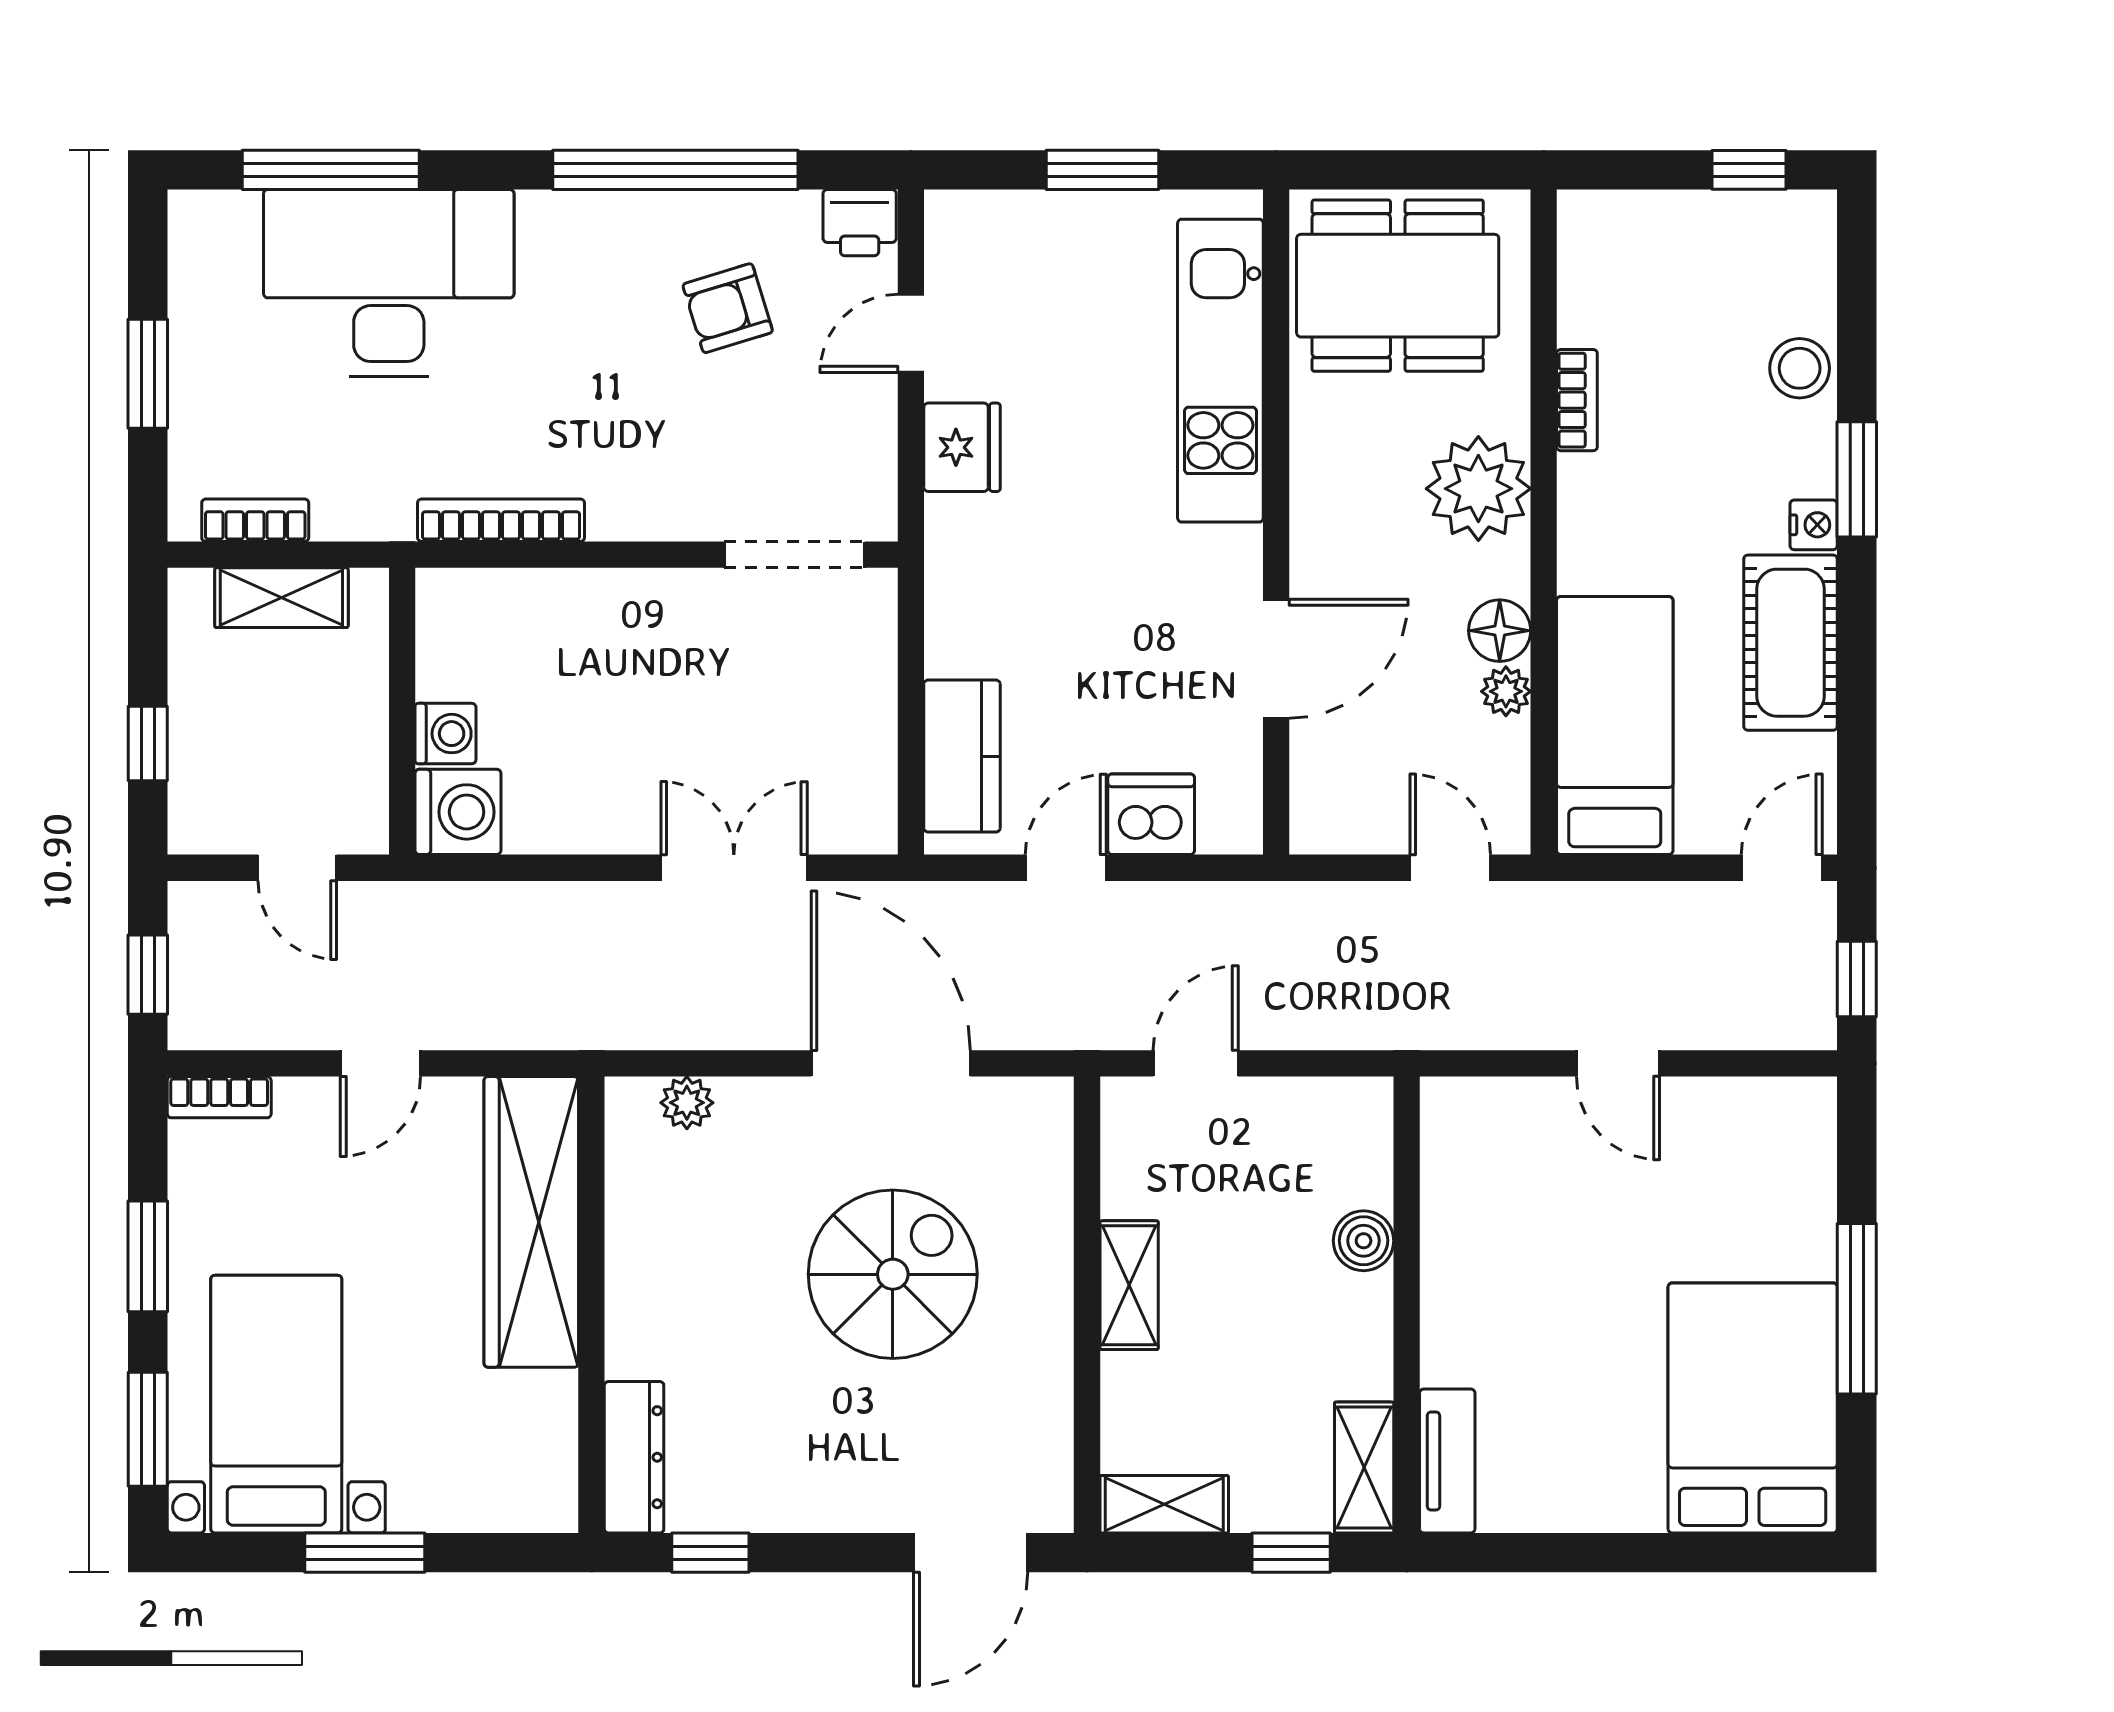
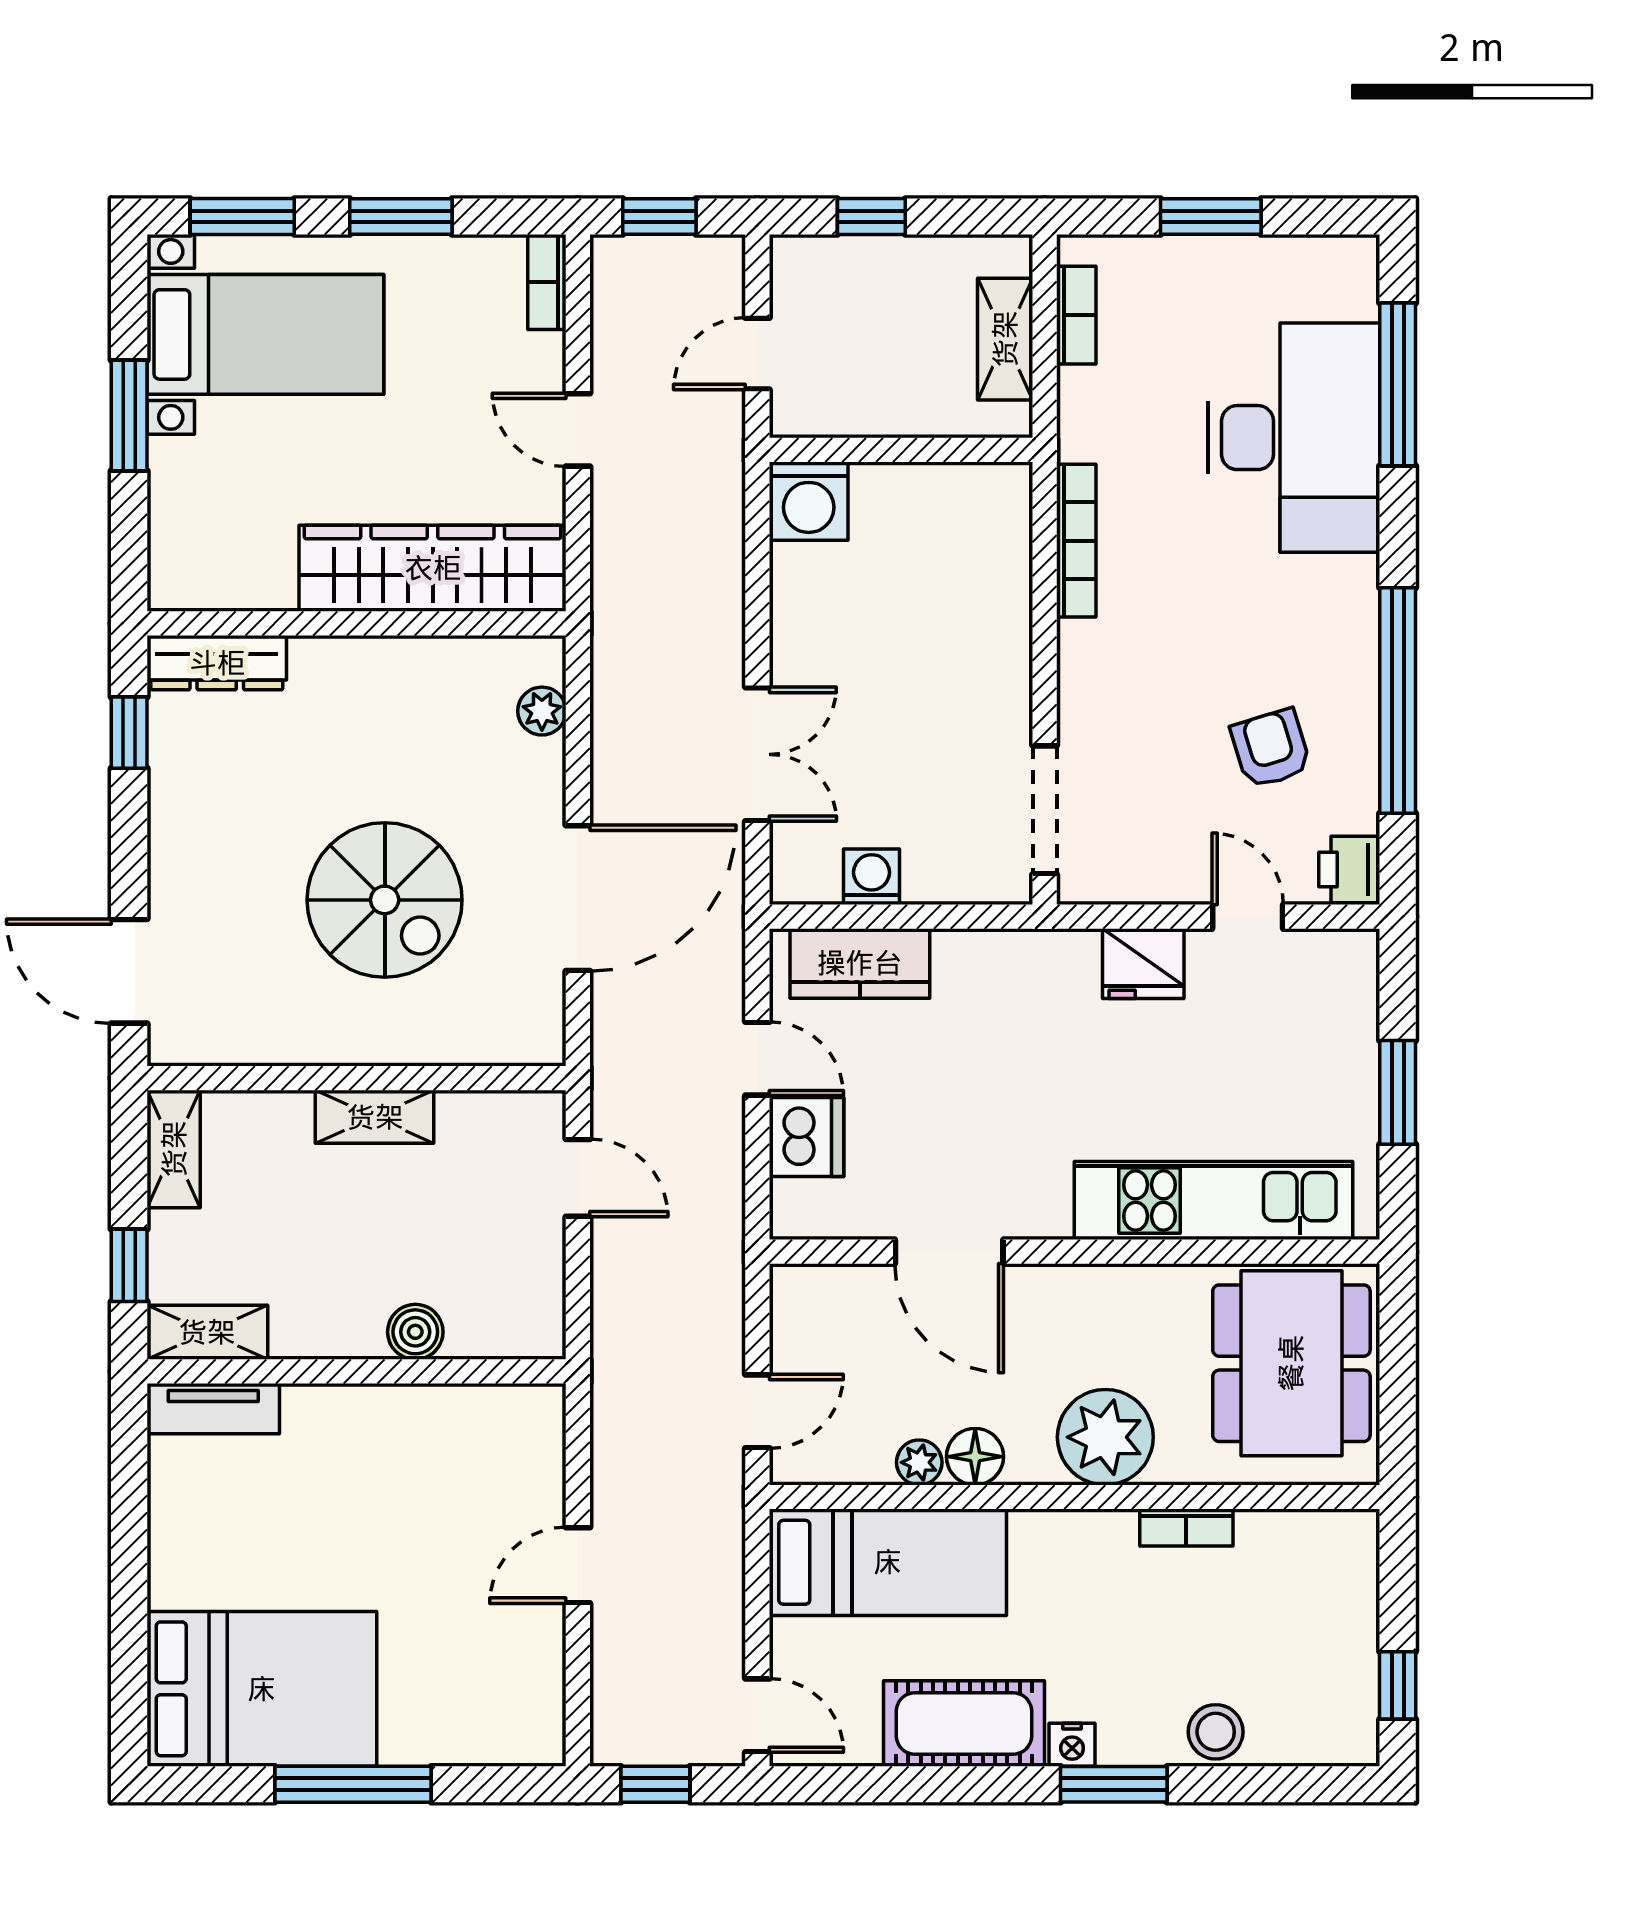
washing machine: (446, 734) -> (872, 877), moved, turned 180

